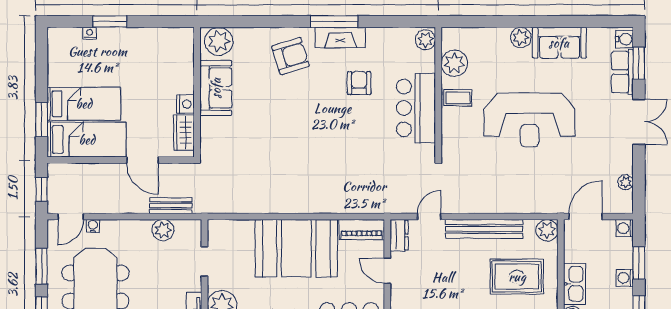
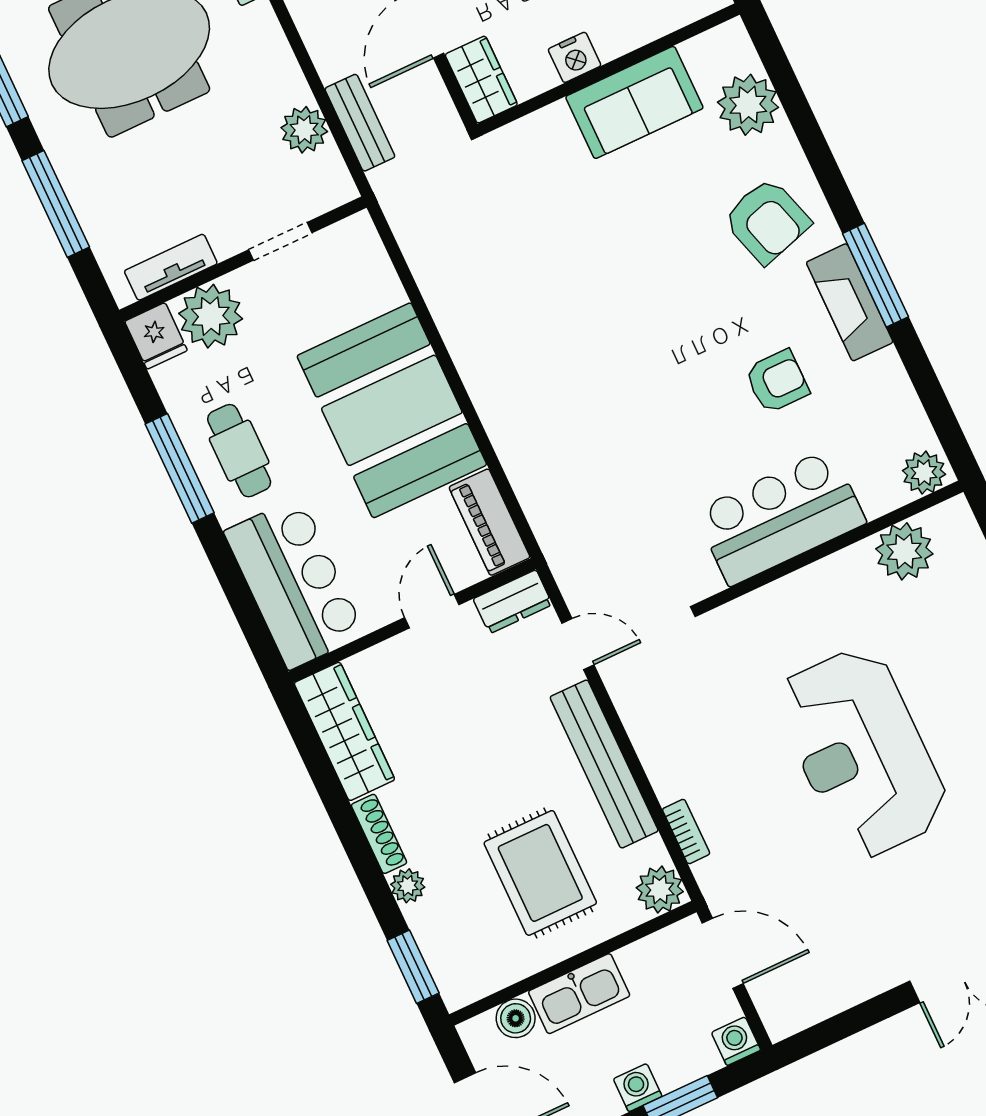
plant: (219, 41) -> (748, 105), moved
coffee table: (458, 98) -> (839, 590), removed
wardrobe: (184, 133) -> (481, 80), moved, turned 90
plant: (626, 182) -> (828, 1001), removed
bookcase: (528, 208) -> (686, 831), added

